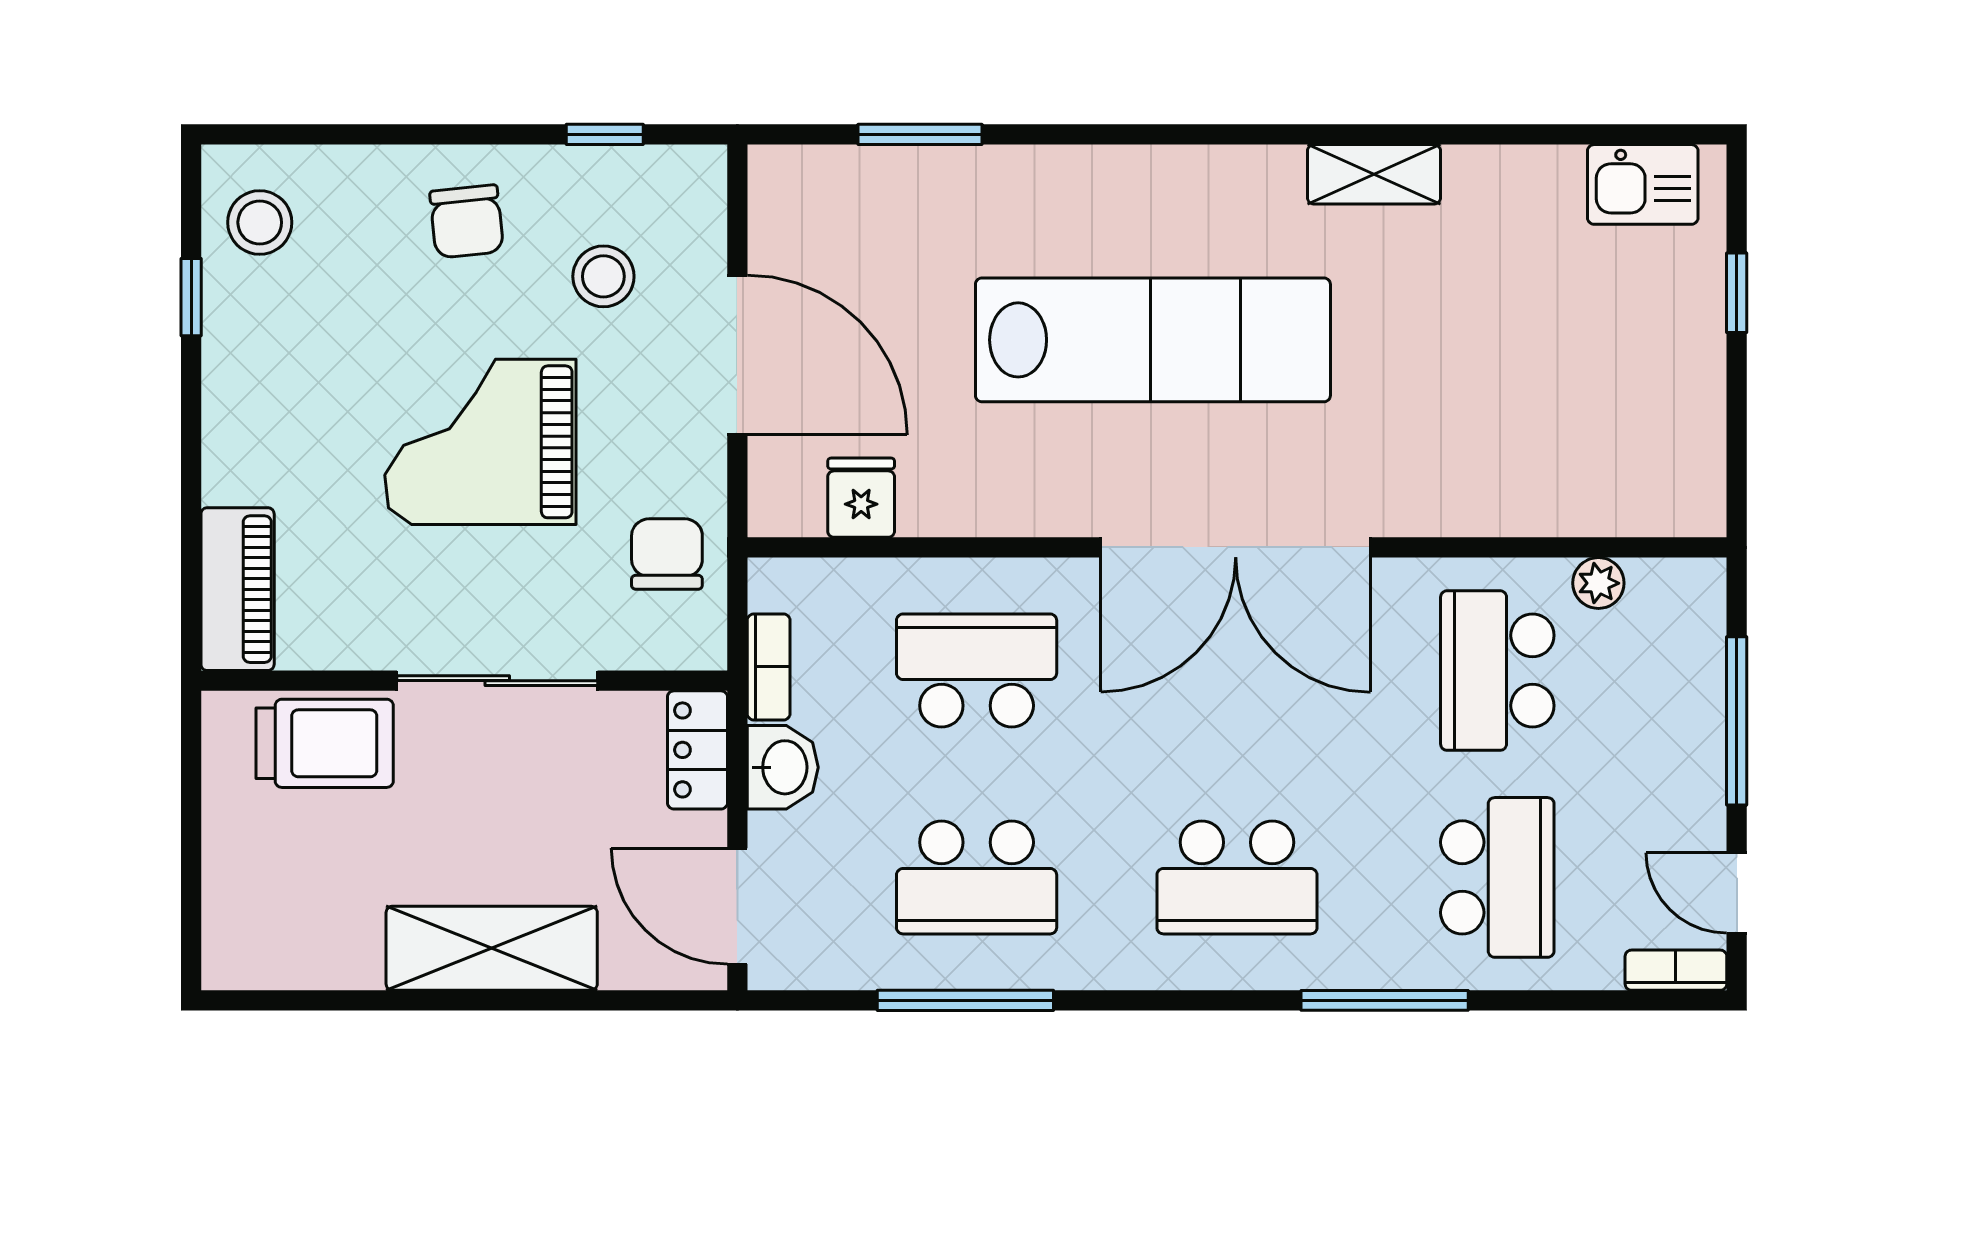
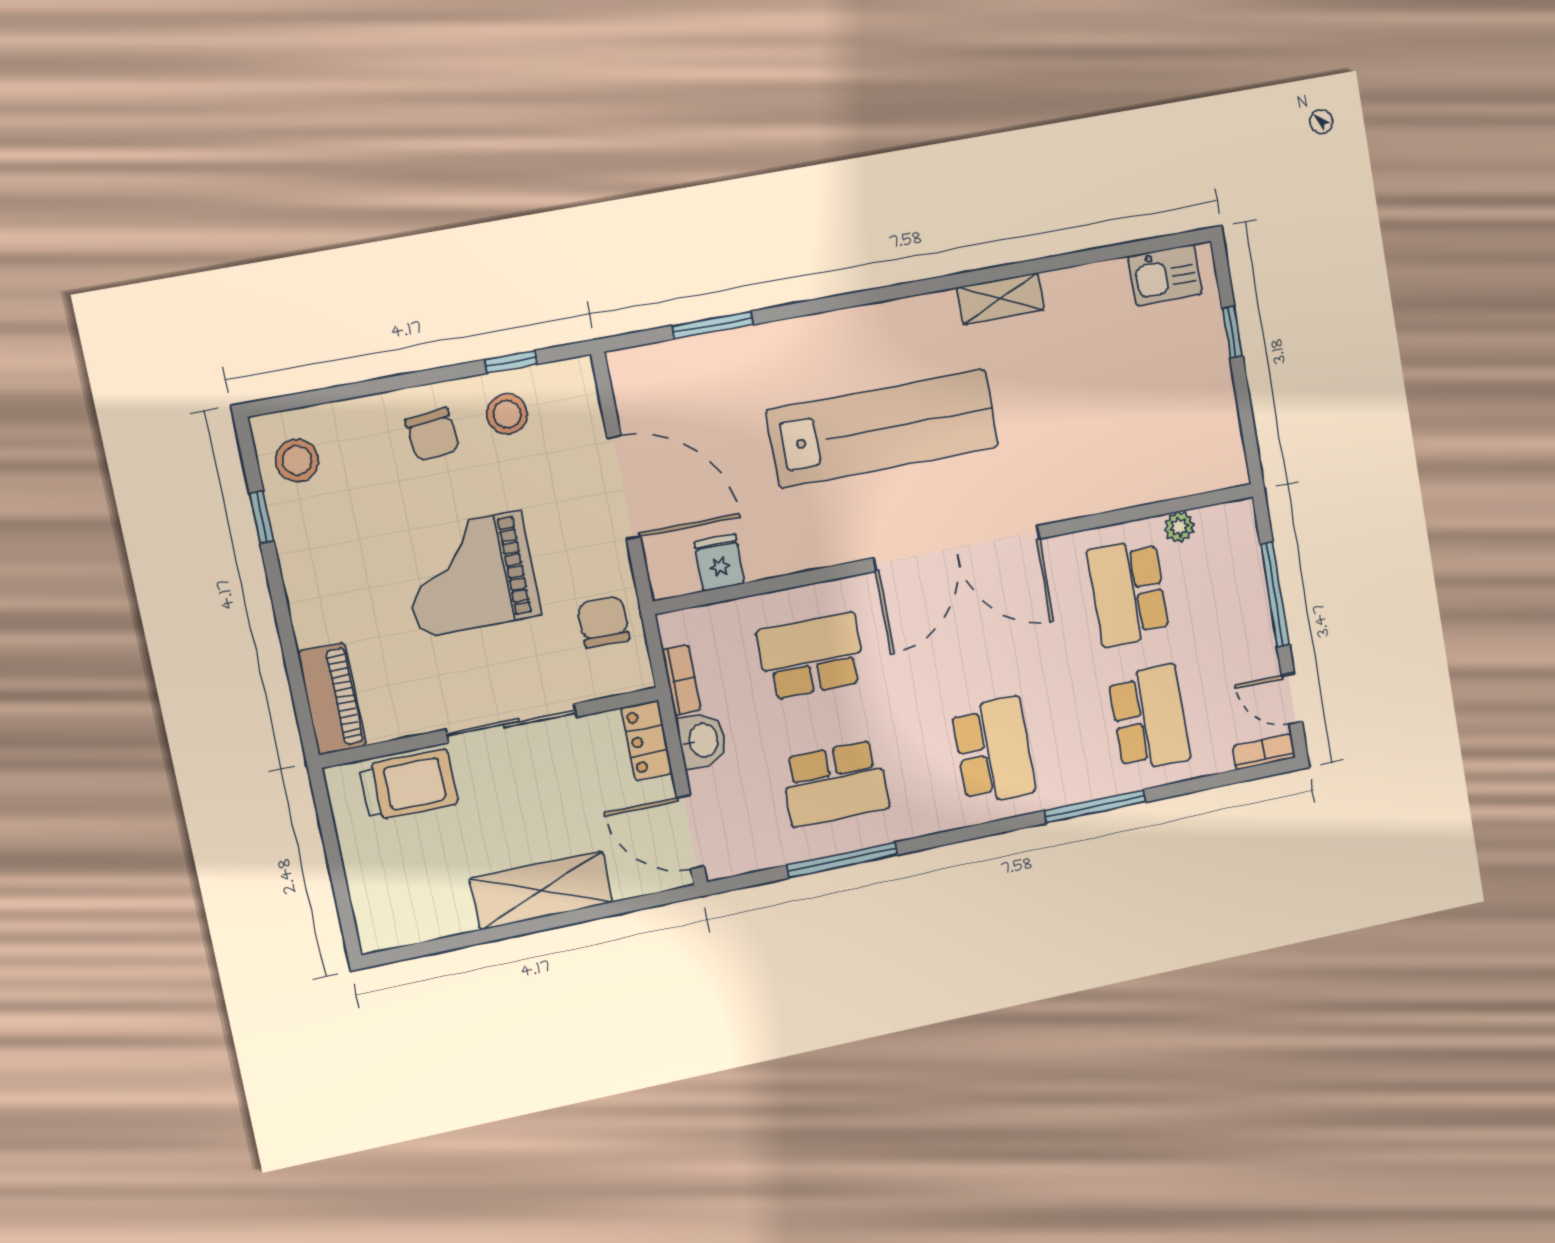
stool: (603, 276) -> (507, 414), moved
school desk: (1237, 877) -> (994, 751), turned -90

